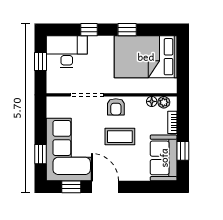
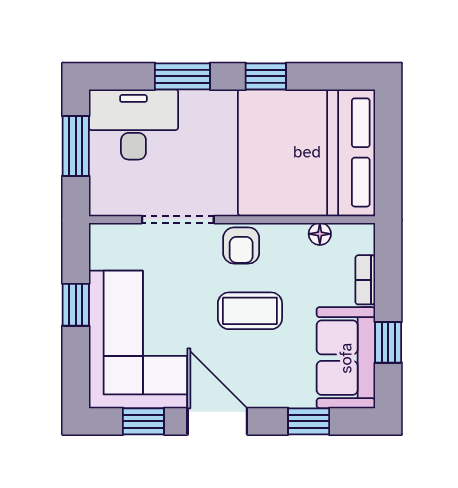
window: (89, 30) -> (182, 76), width x1.50
bed: (146, 57) -> (307, 152), width x1.36
window: (40, 61) -> (76, 146), width x1.50
plant: (164, 102) -> (346, 236), removed
window: (40, 154) -> (76, 305), moved
window: (147, 187) -> (309, 421), added

